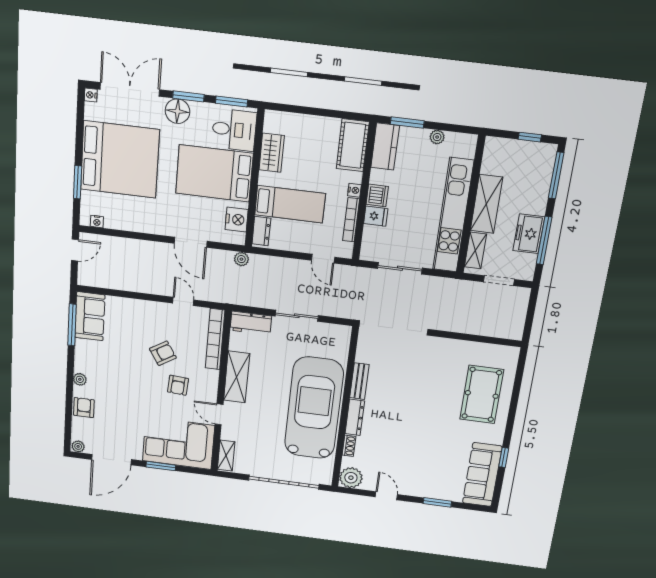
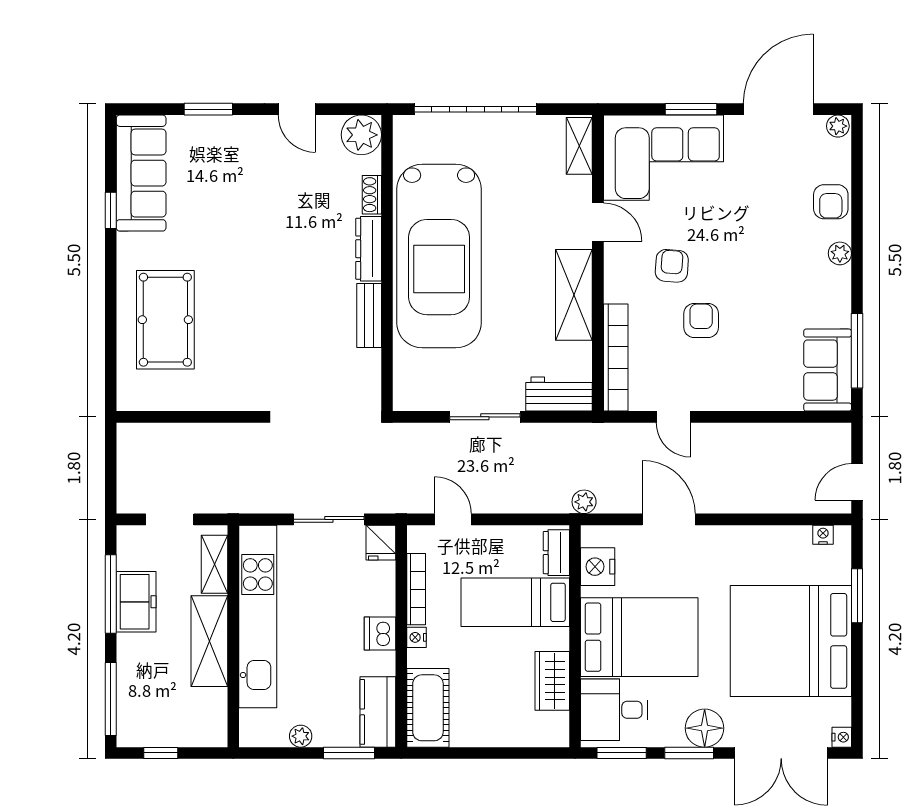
fridge: (376, 216) -> (381, 543), moved, turned -90
armchair: (163, 353) -> (701, 320), turned 122

